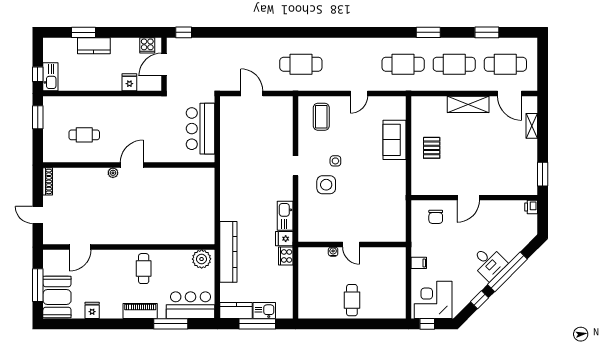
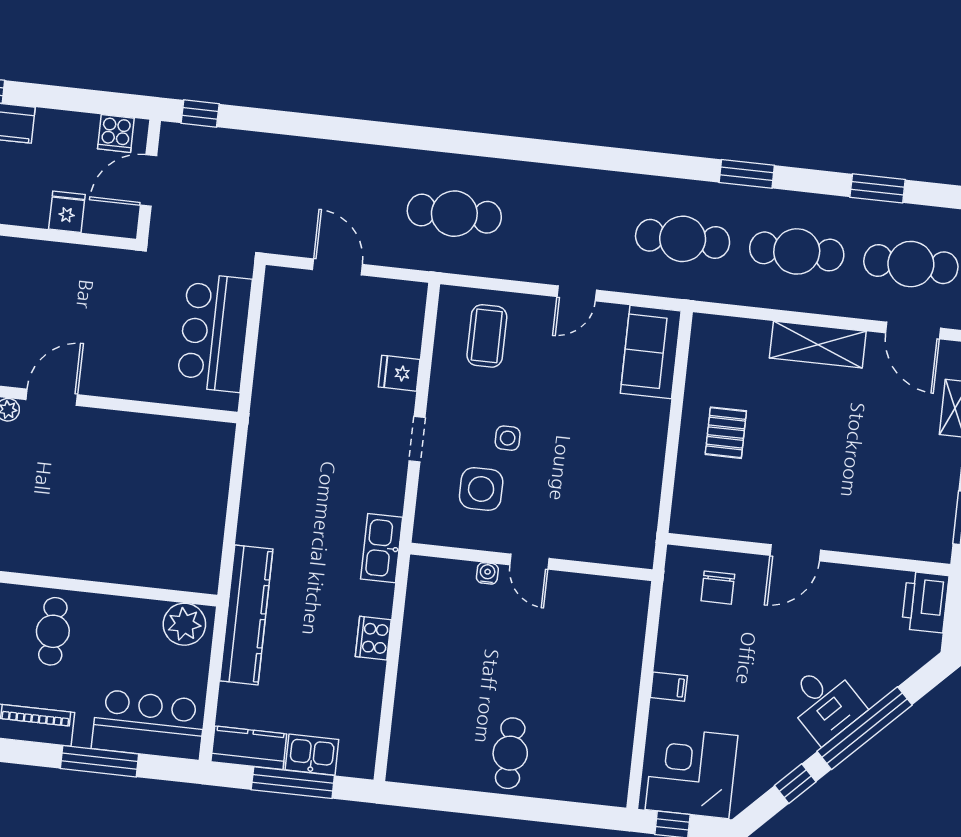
sofa: (395, 140) -> (651, 352), moved
printer: (531, 207) -> (925, 602), width x1.87, depth x1.48
fridge: (284, 239) -> (399, 373), moved
door: (351, 244) -> (529, 562), moved
wall: (352, 244) -> (531, 562), moved
water cooler: (333, 252) -> (487, 573), moved

